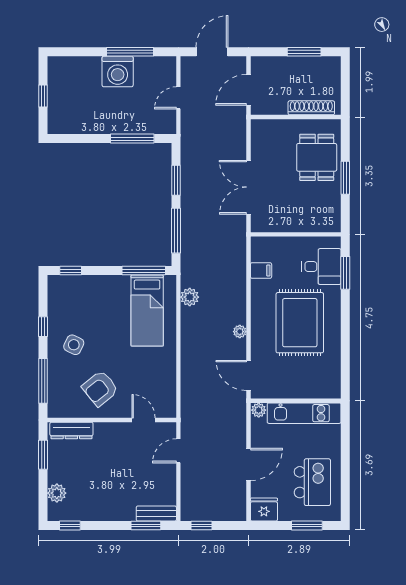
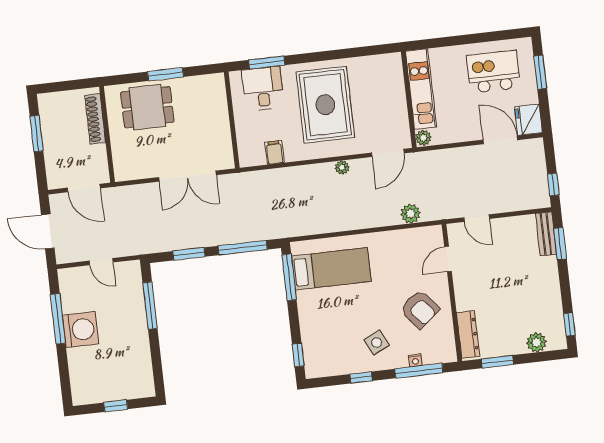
plant: (190, 297) -> (411, 214), moved
rug: (300, 323) -> (325, 105), turned 90
side table: (74, 345) -> (377, 343), turned 38
nightstand: (53, 379) -> (415, 360), added
door: (248, 464) -> (500, 140), moved

